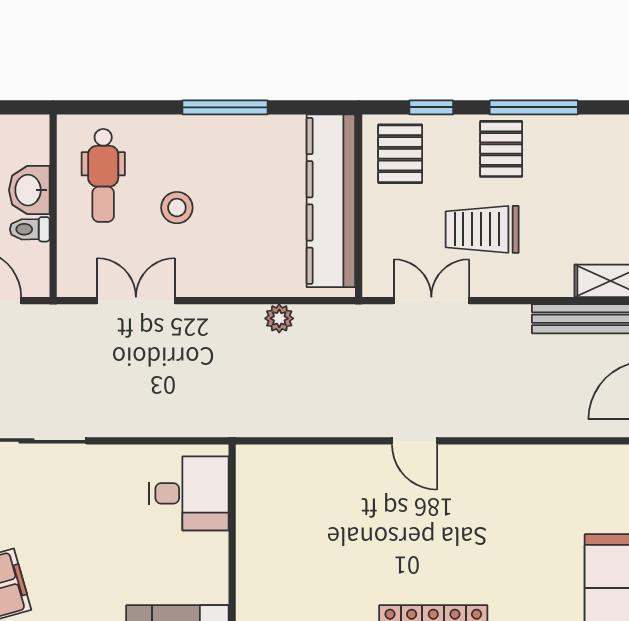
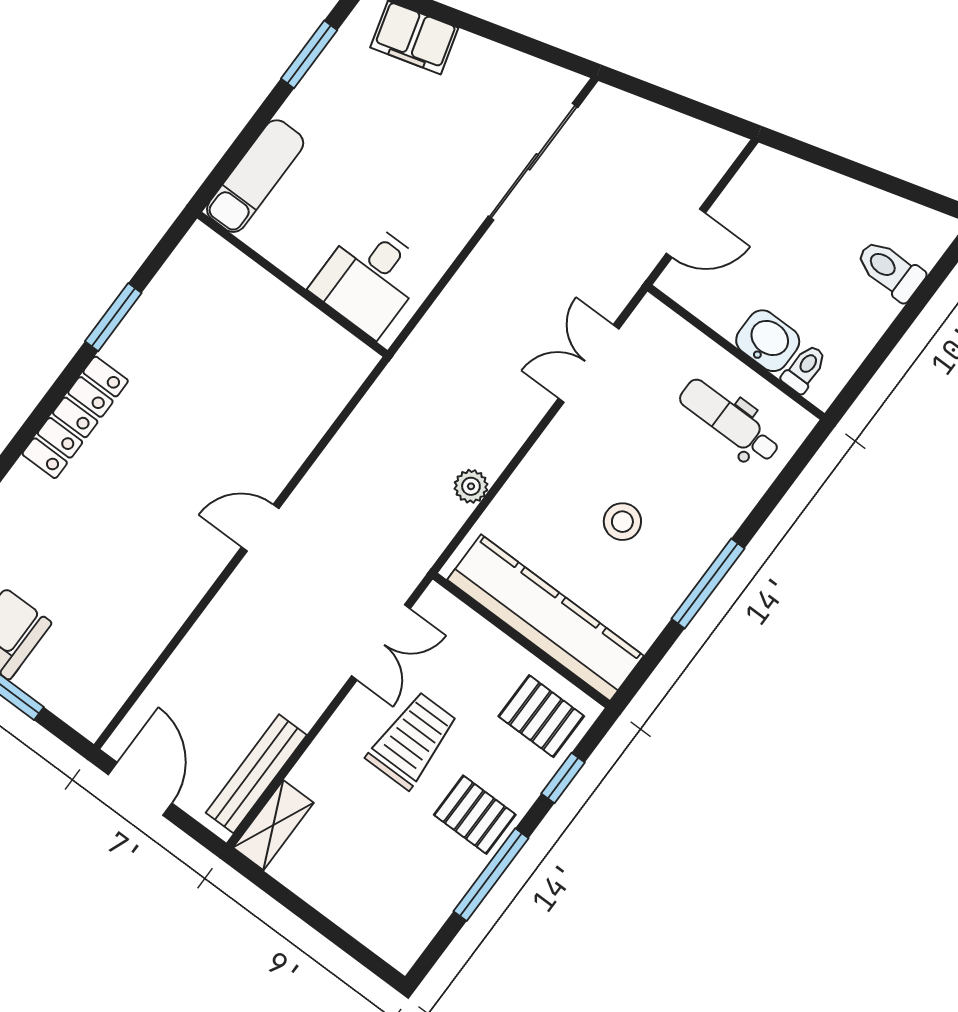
stool: (177, 208) -> (622, 522), moved
toilet: (30, 229) -> (804, 369), moved
double door: (136, 301) -> (589, 364), swing flipped

